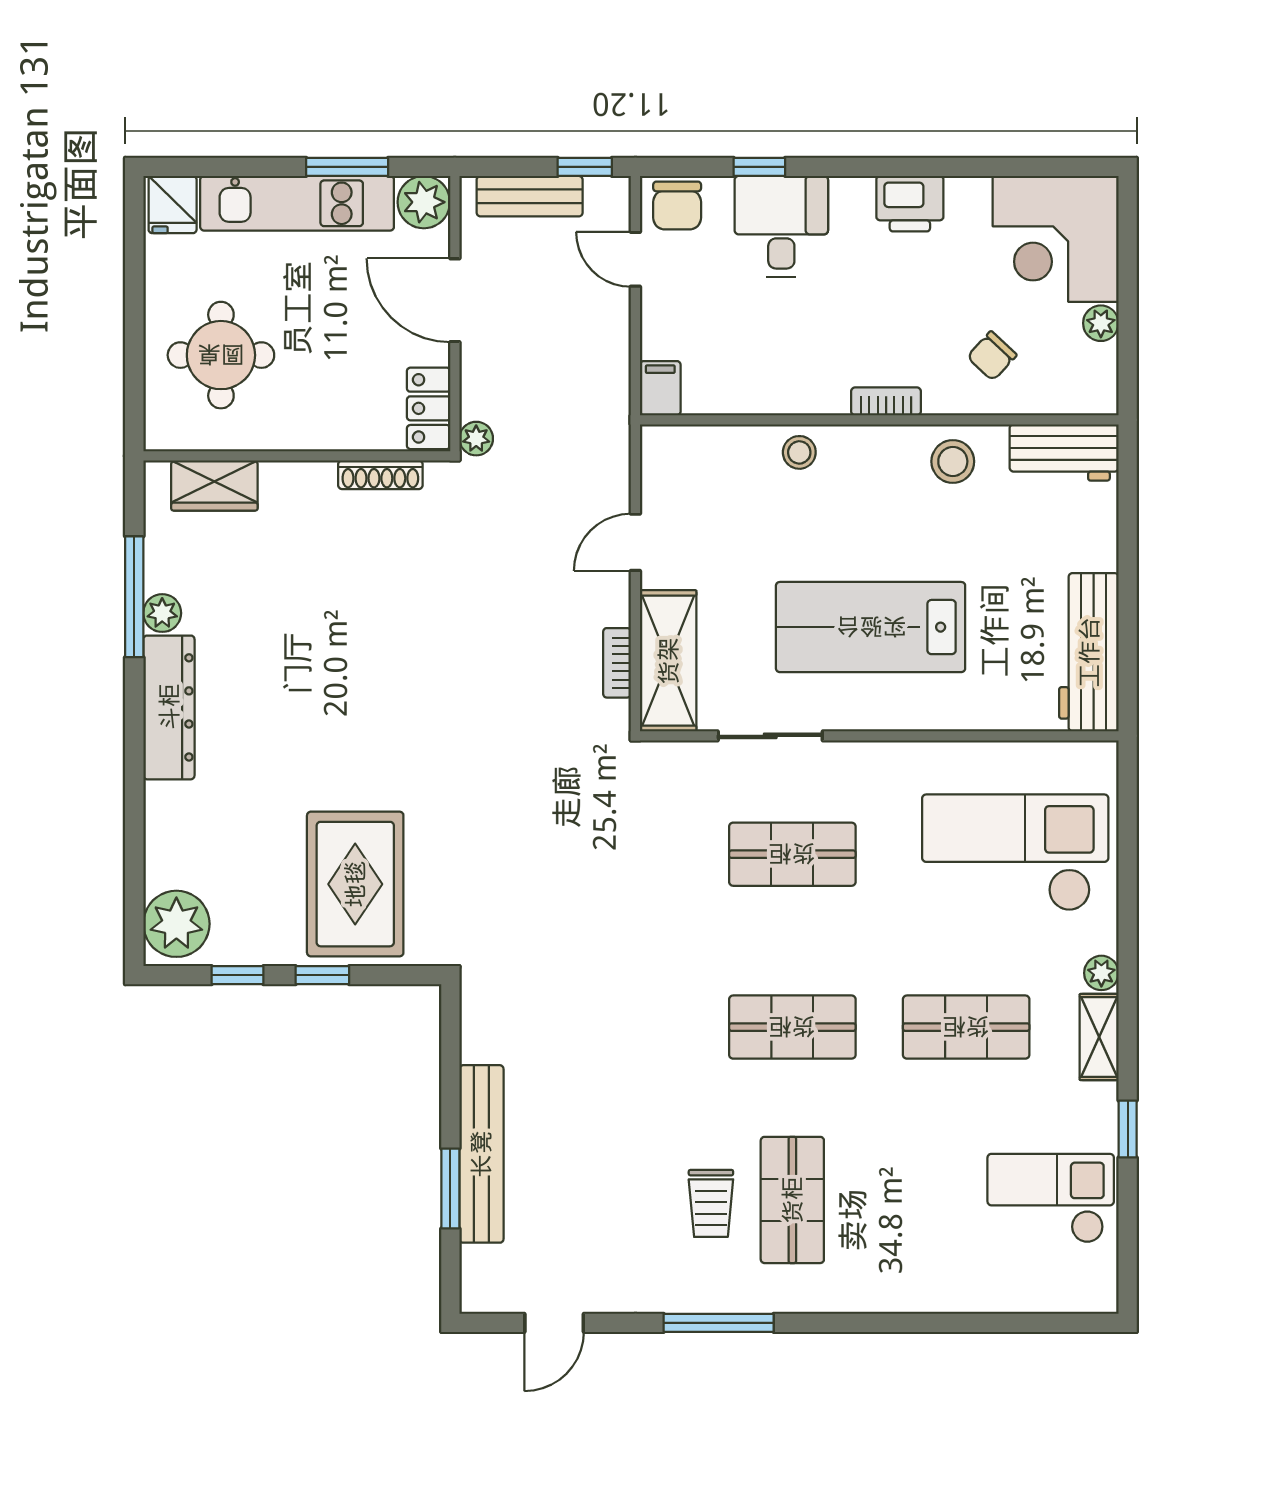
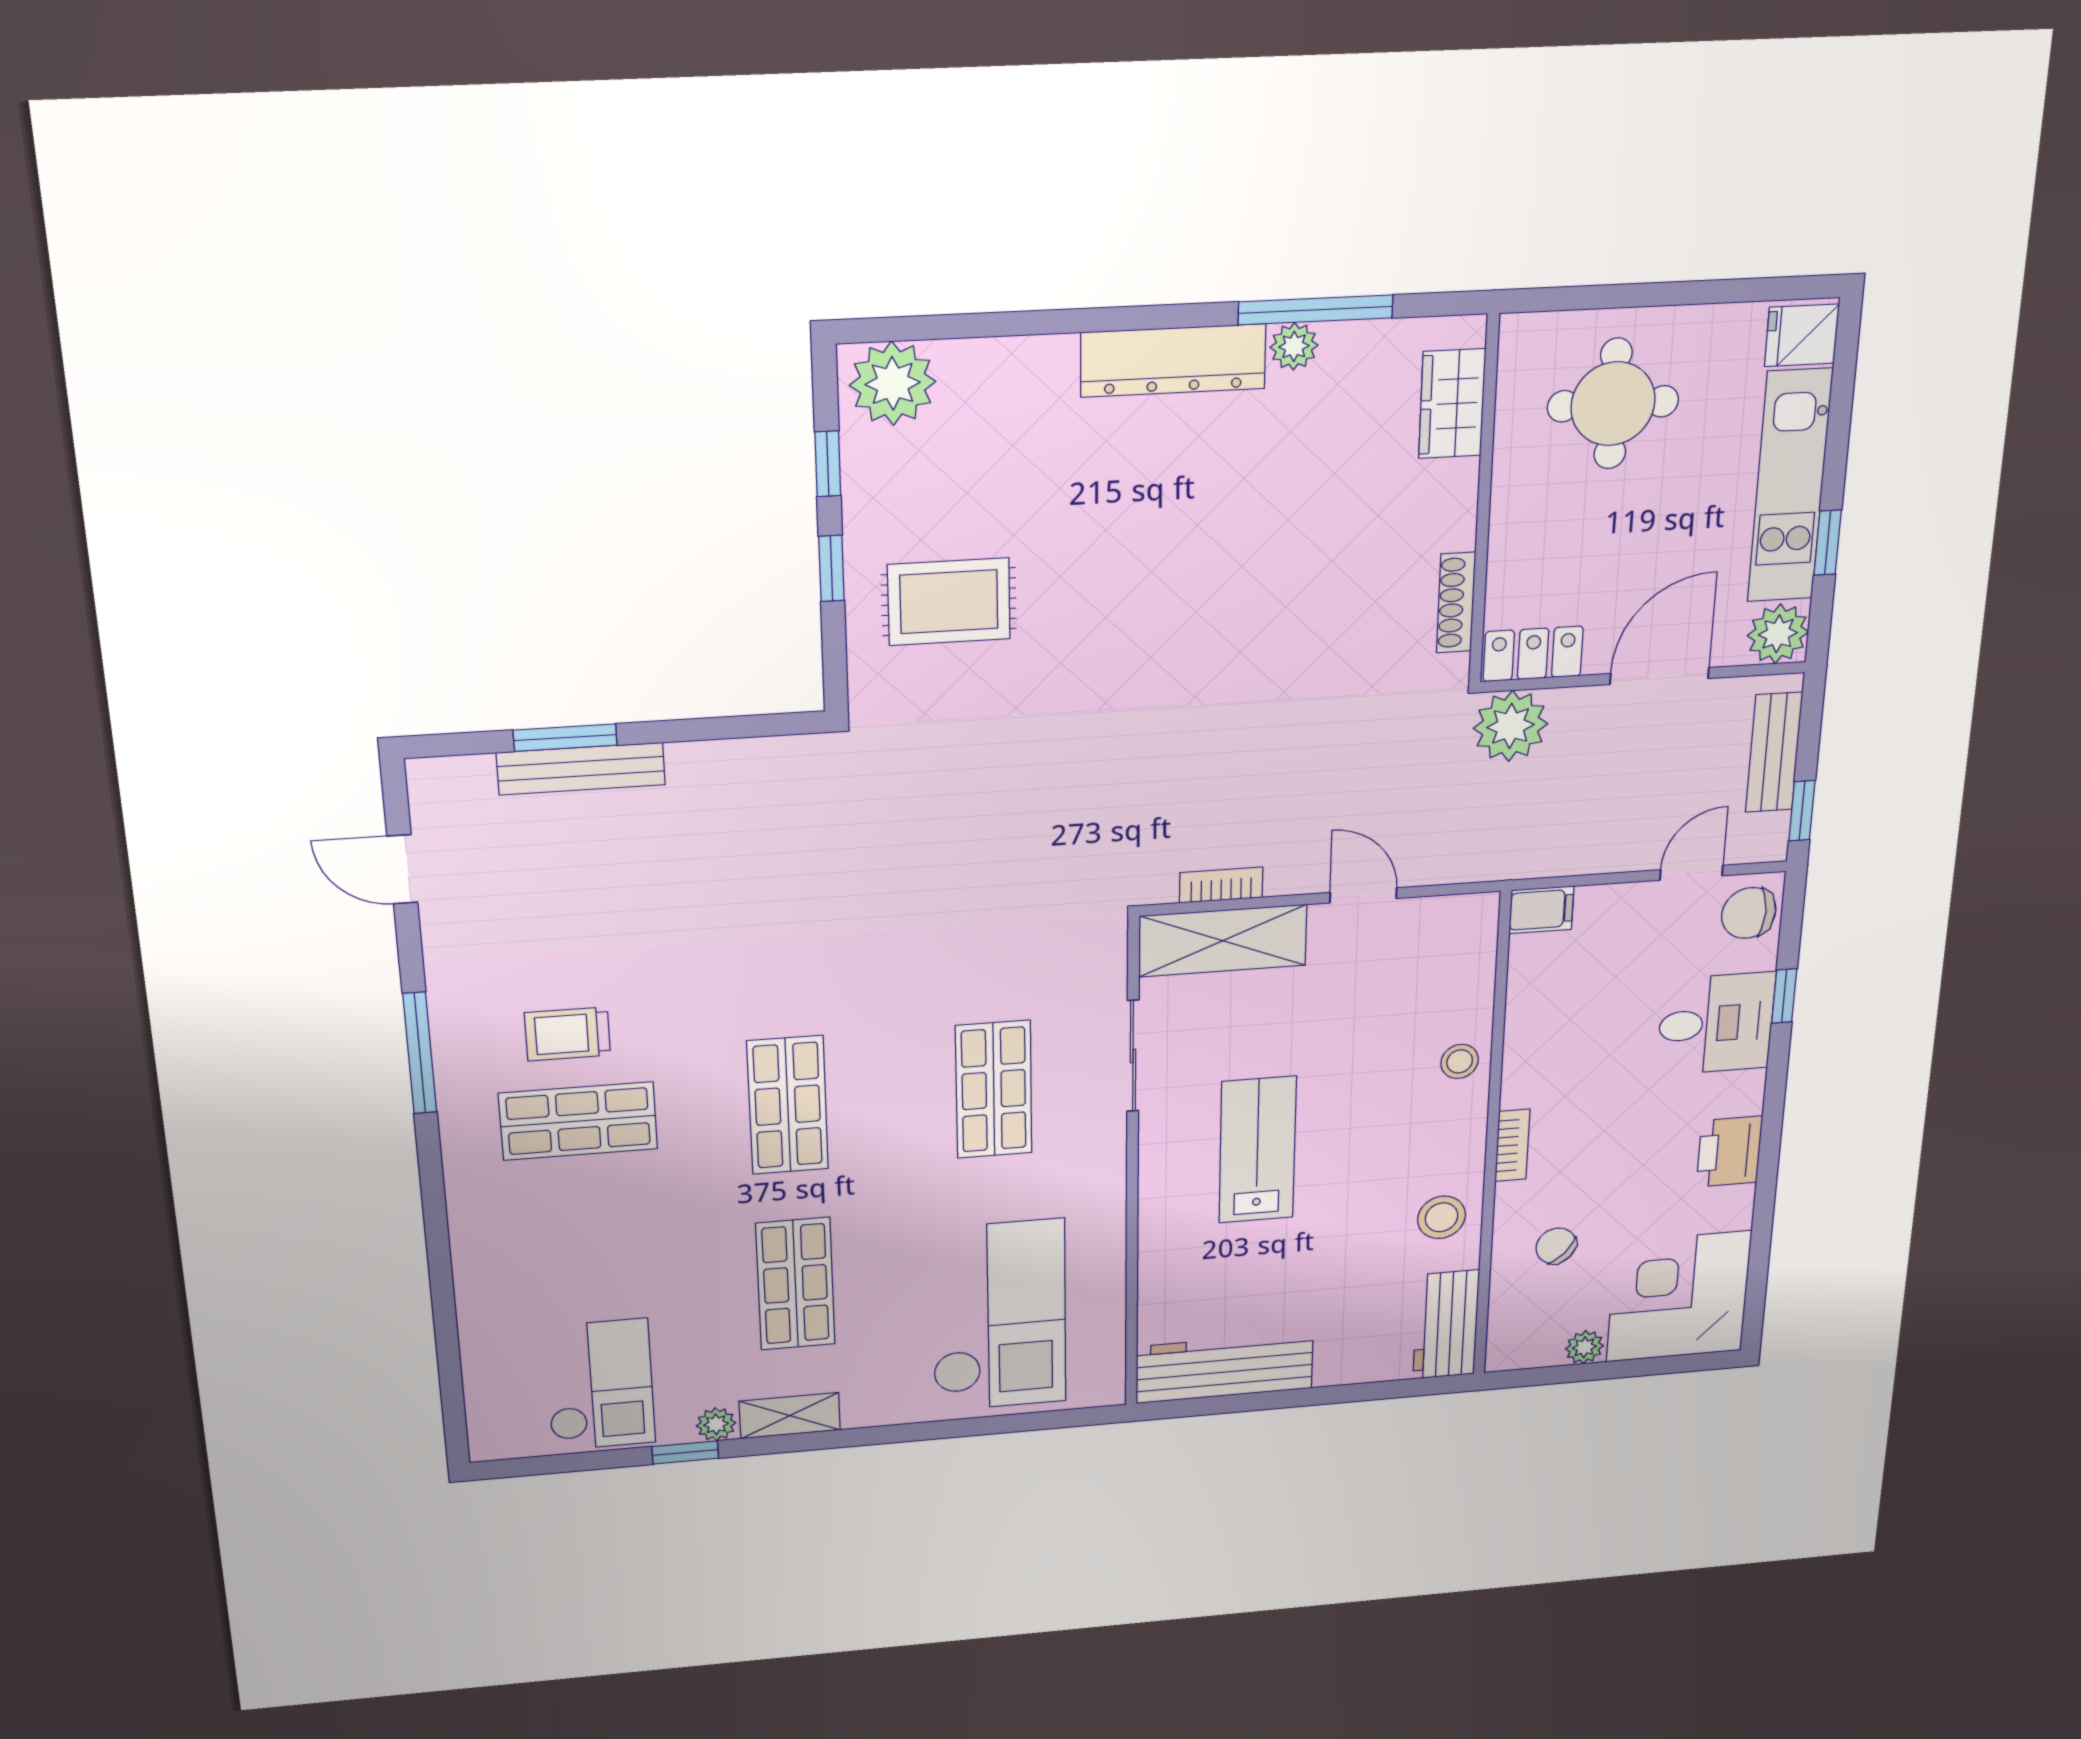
window: (347, 167) -> (1828, 543), width x0.67
plant: (476, 439) -> (1511, 726), width x1.88, depth x1.88
lab bench: (871, 627) -> (1258, 1150), width x0.73, depth x0.72
rug: (355, 884) -> (949, 602), width x0.73, depth x0.70
plant: (1101, 973) -> (716, 1424), moved
bench: (481, 1154) -> (581, 769), width x0.73, depth x0.82

